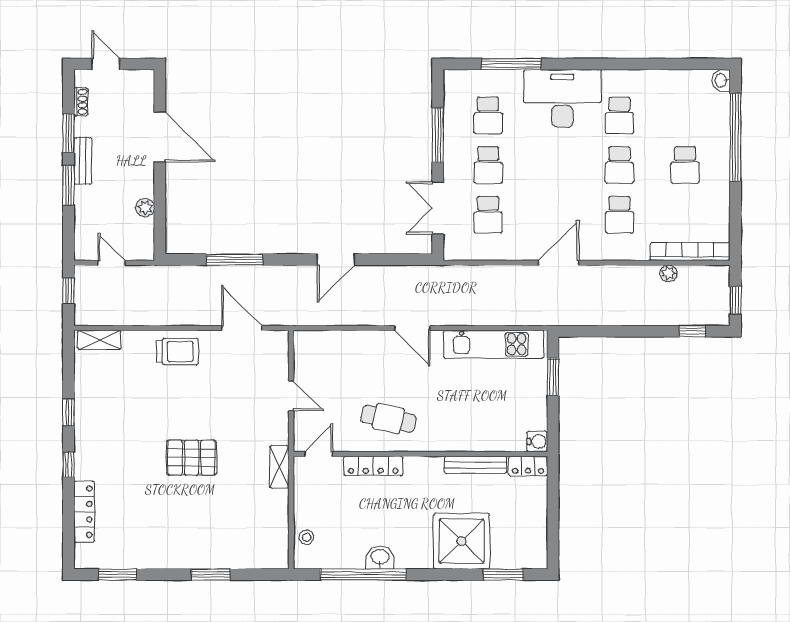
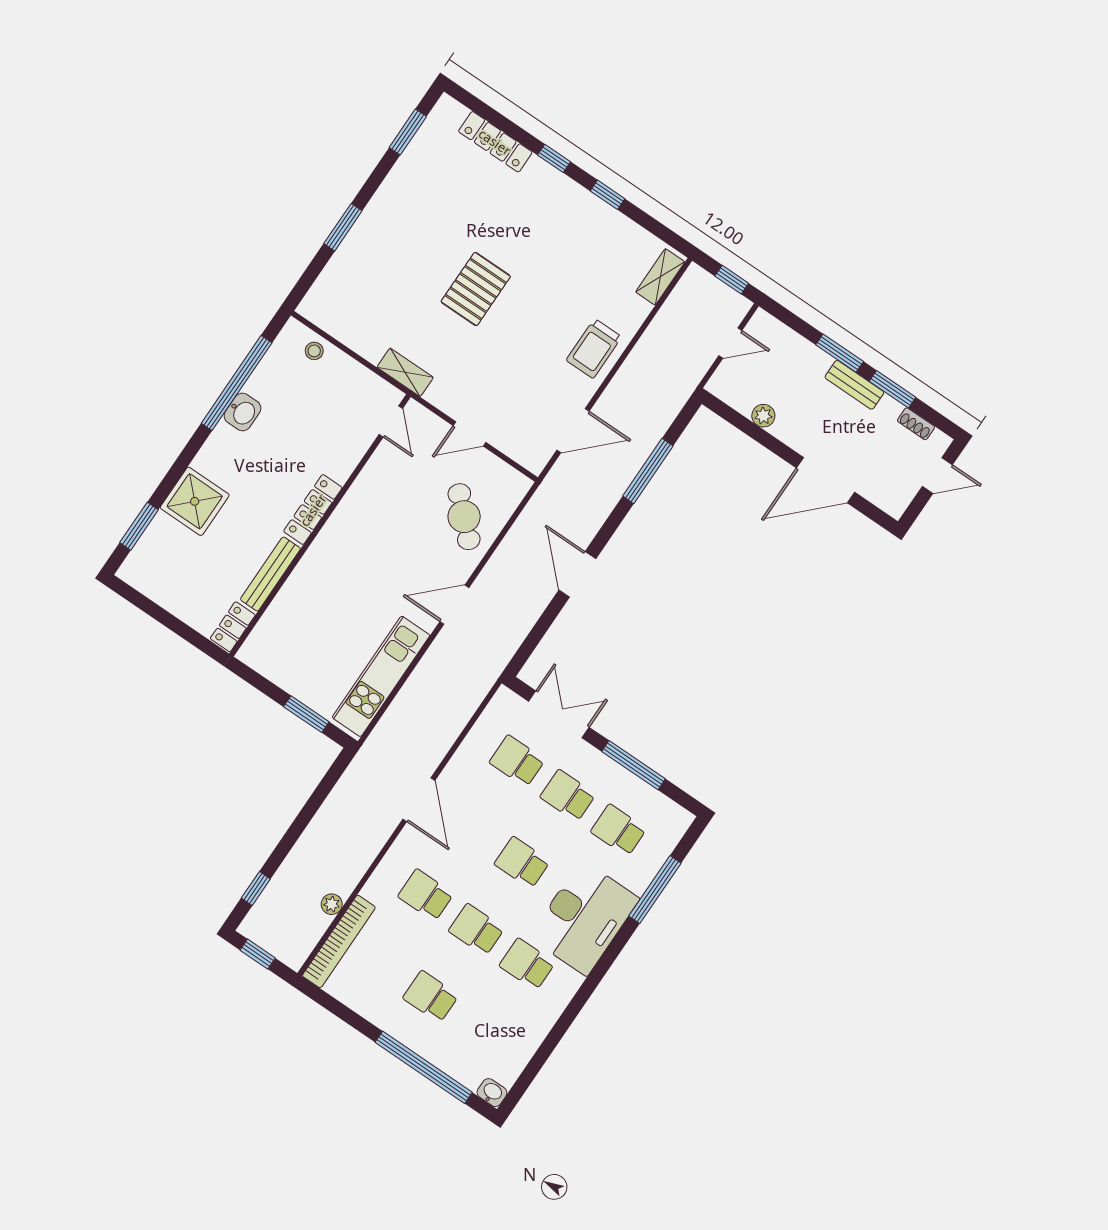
school desk: (554, 165) -> (522, 863), added
cafe table: (388, 419) -> (464, 517), moved, turned -58
water cooler: (537, 442) -> (251, 653), removed
locker: (373, 466) -> (313, 510), moved
shower: (462, 541) -> (195, 501), width x0.73, depth x0.73

